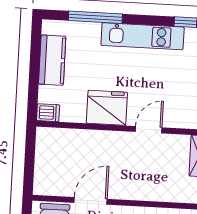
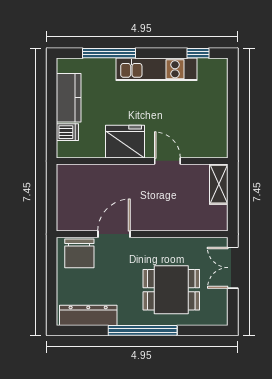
dishwasher: (48, 113) -> (67, 132), moved
door: (149, 130) -> (167, 161), hinge flipped

